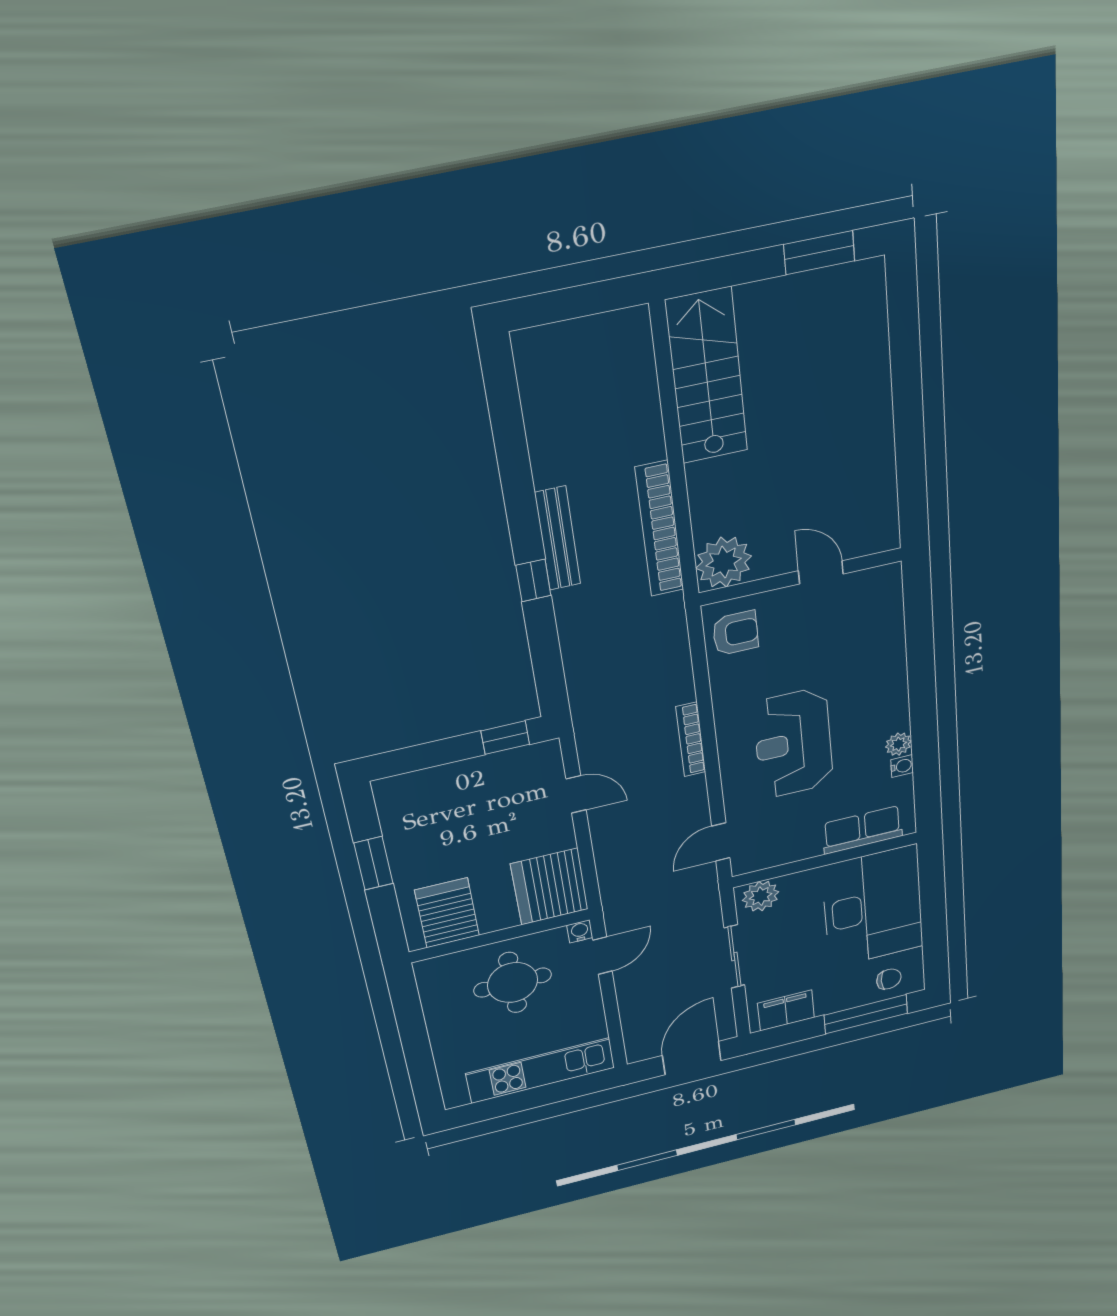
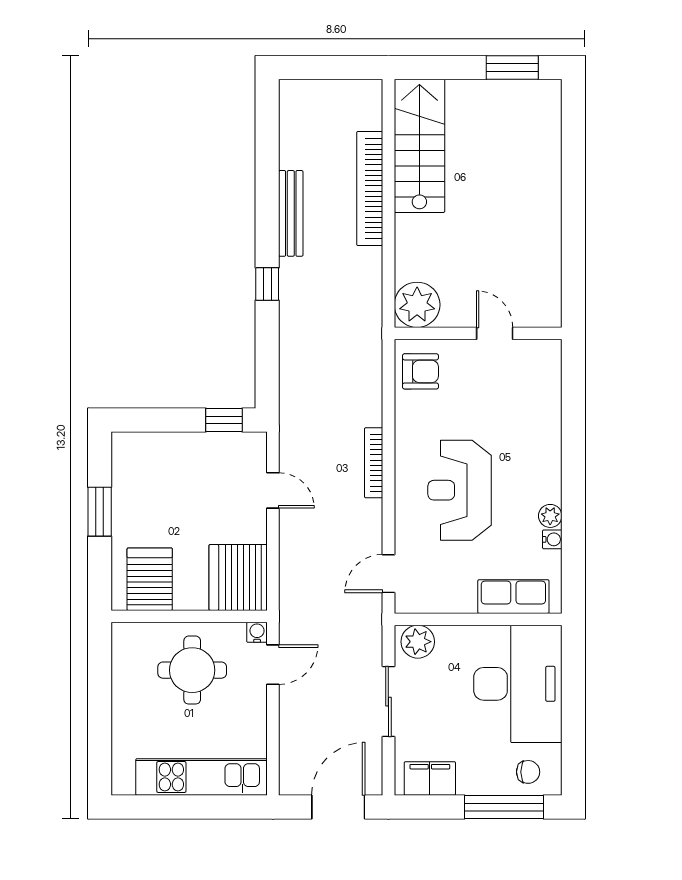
bookcase: (660, 529) -> (370, 188), moved
bench: (558, 538) -> (291, 213), moved

